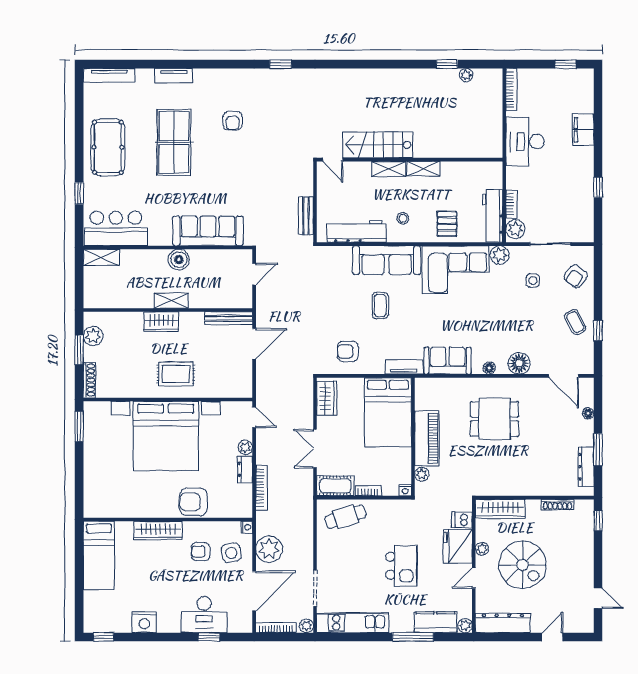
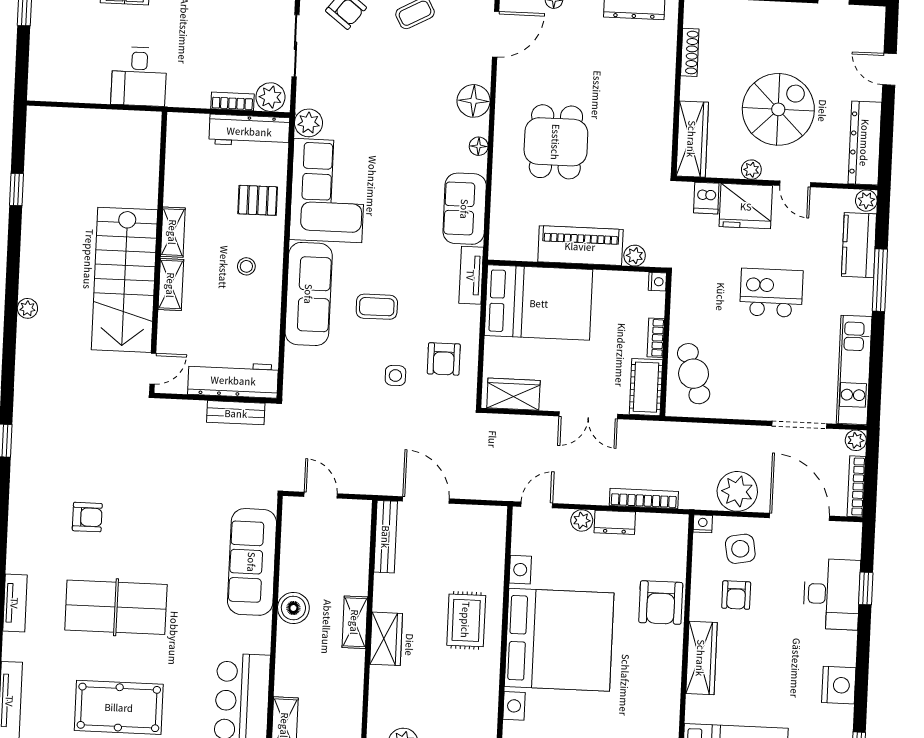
plant: (466, 75) -> (27, 308), moved
bookcase: (511, 90) -> (60, 94), removed
desk: (525, 142) -> (139, 77), width x0.73
stairs: (378, 145) -> (125, 280), width x1.36, depth x1.51
workbench: (357, 231) -> (233, 380), moved, turned 90
side table: (533, 280) -> (395, 376), moved

